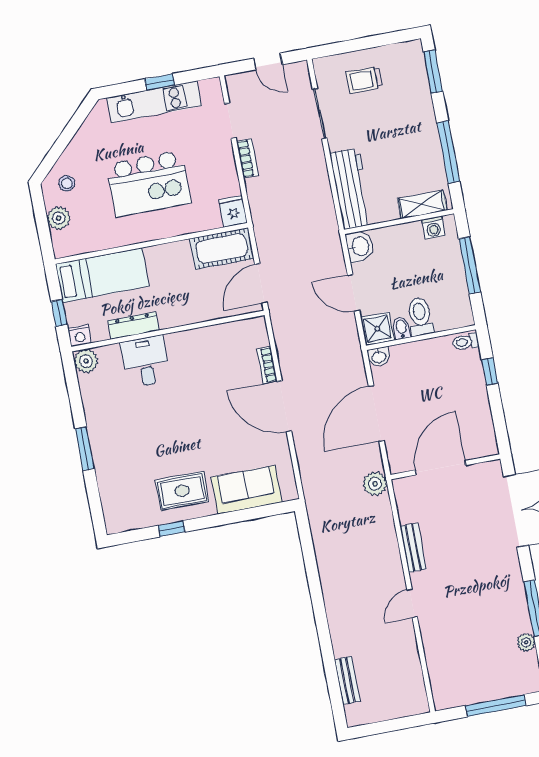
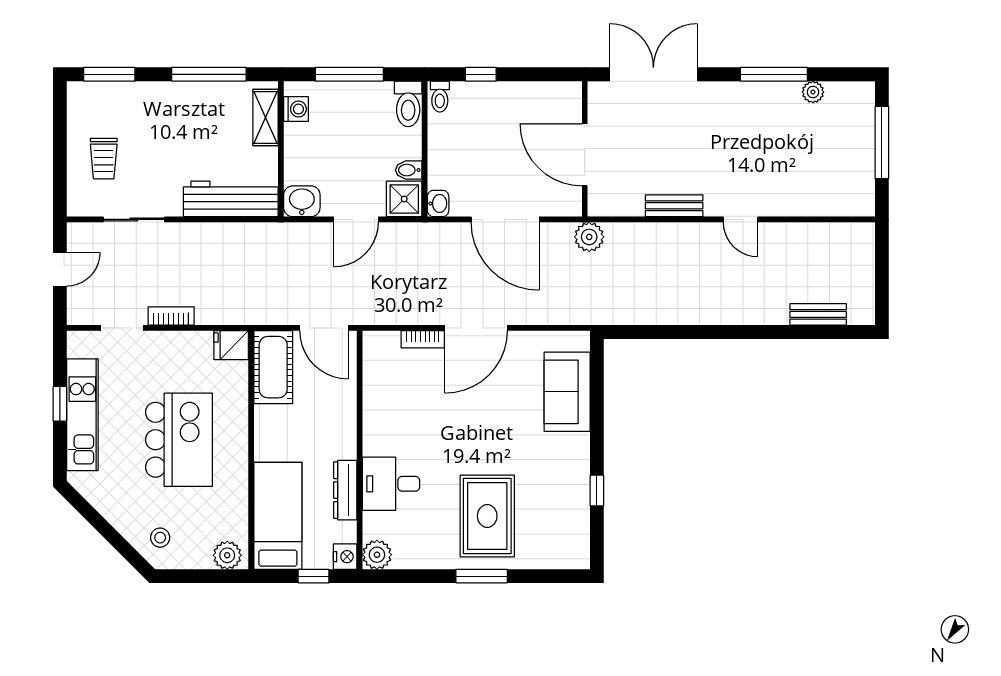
plant: (59, 218) -> (227, 555), moved
toilet: (420, 316) -> (408, 104), moved, turned -90
rug: (182, 491) -> (487, 516), moved, width x1.36, depth x1.43

